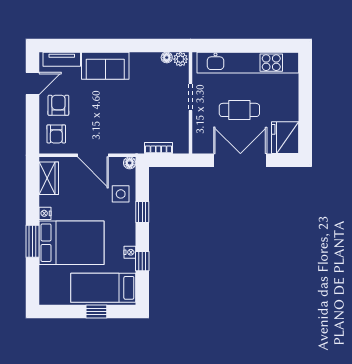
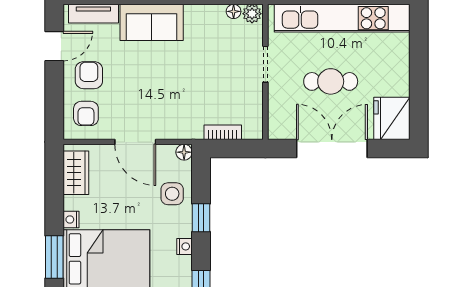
nightstand: (130, 252) -> (184, 246), moved

